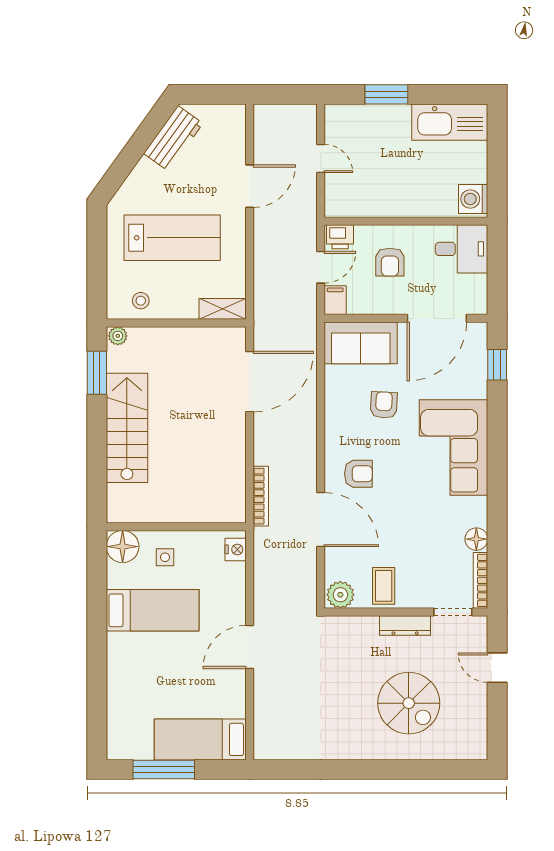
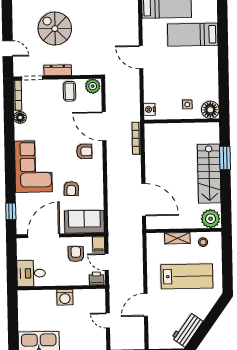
washing machine: (473, 199) -> (65, 297), moved, turned 90
lab bench: (172, 238) -> (187, 276), turned 180
armchair: (390, 262) -> (76, 254), moved
door: (321, 267) -> (107, 262), hinge flipped
shelving: (223, 309) -> (177, 238), moved
plant: (118, 336) -> (211, 219), width x1.87, depth x1.87
window: (97, 373) -> (225, 158), moved
door: (250, 382) -> (144, 200), swing flipped
armchair: (358, 474) -> (84, 151), turned 180
bed: (153, 610) -> (193, 35), moved
door: (250, 647) -> (141, 57), swing flipped

